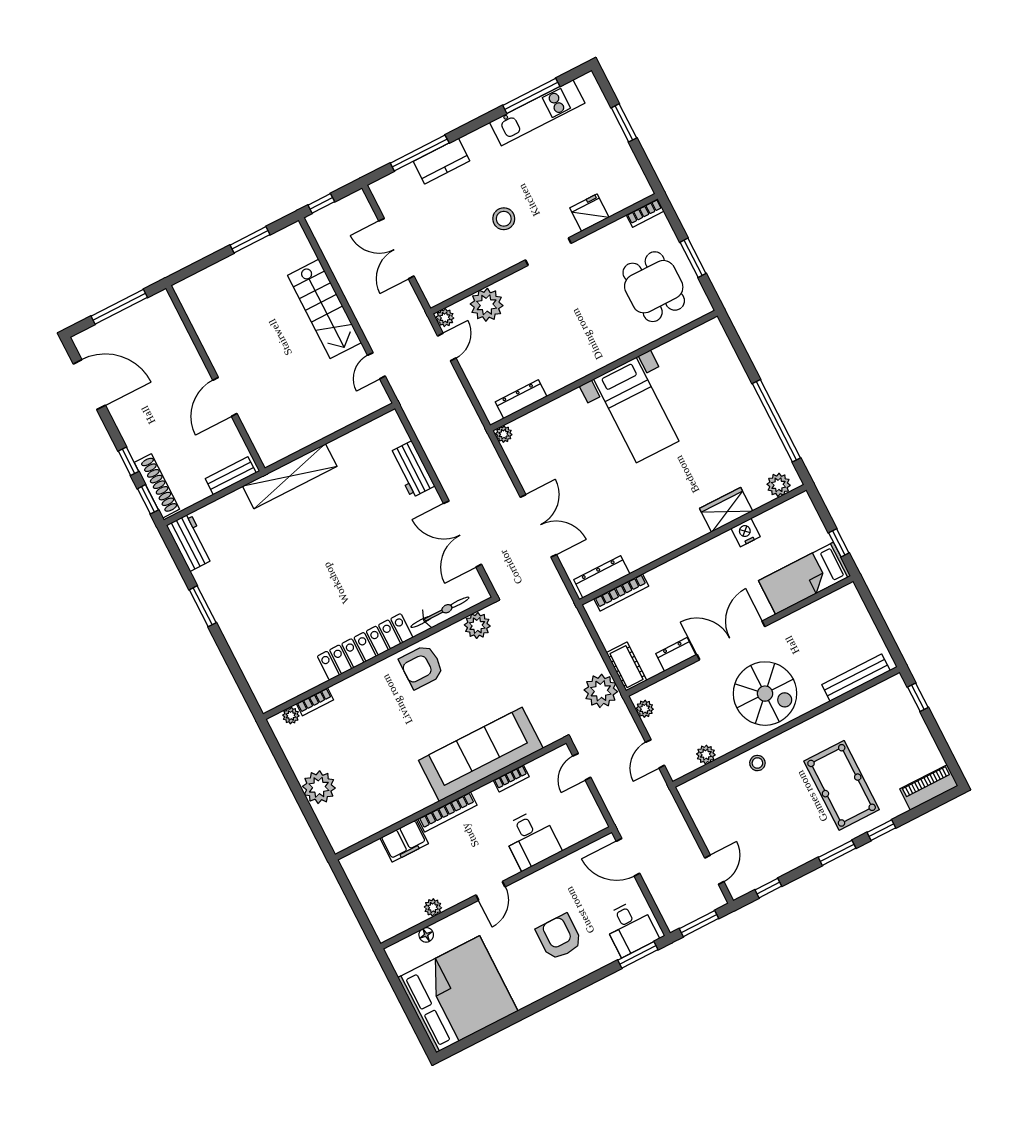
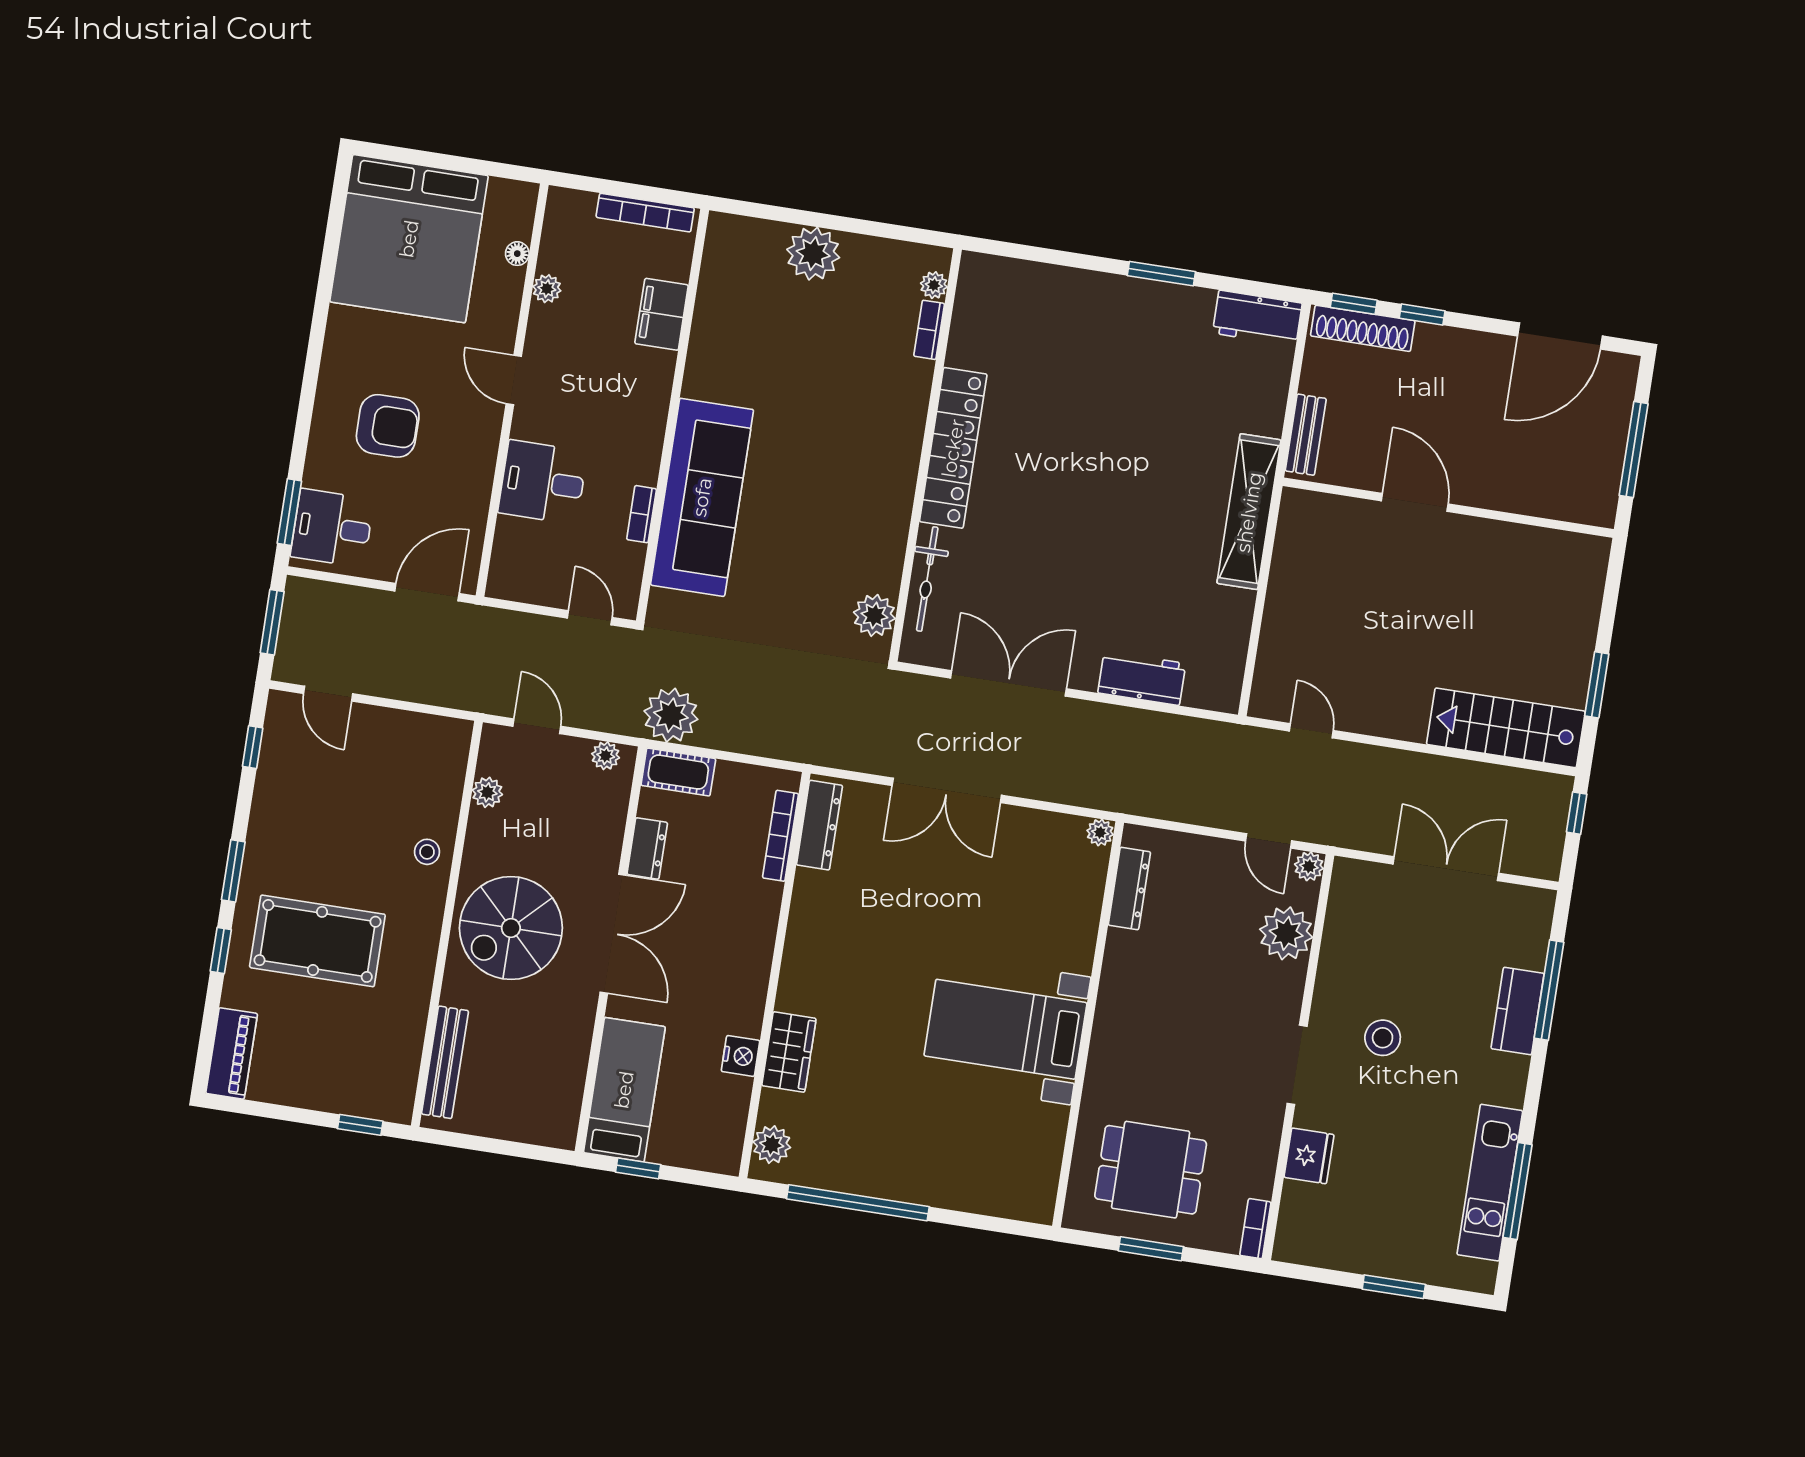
stairs: (325, 309) -> (1506, 728), moved
armchair: (422, 667) -> (873, 503), removed
bookcase: (447, 812) -> (645, 213), moved, turned -90

